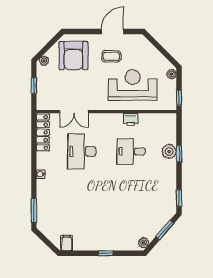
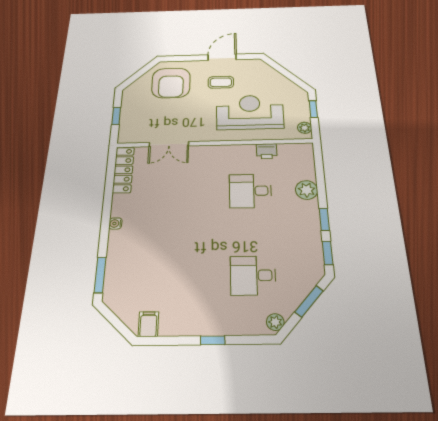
plant: (44, 61) -> (132, 89), removed
plant: (171, 74) -> (305, 128), moved
window: (179, 98) -> (313, 109), moved
printer: (131, 120) -> (267, 151), moved
desk: (82, 151) -> (253, 275), moved, width x0.73
window: (179, 154) -> (324, 219), moved

